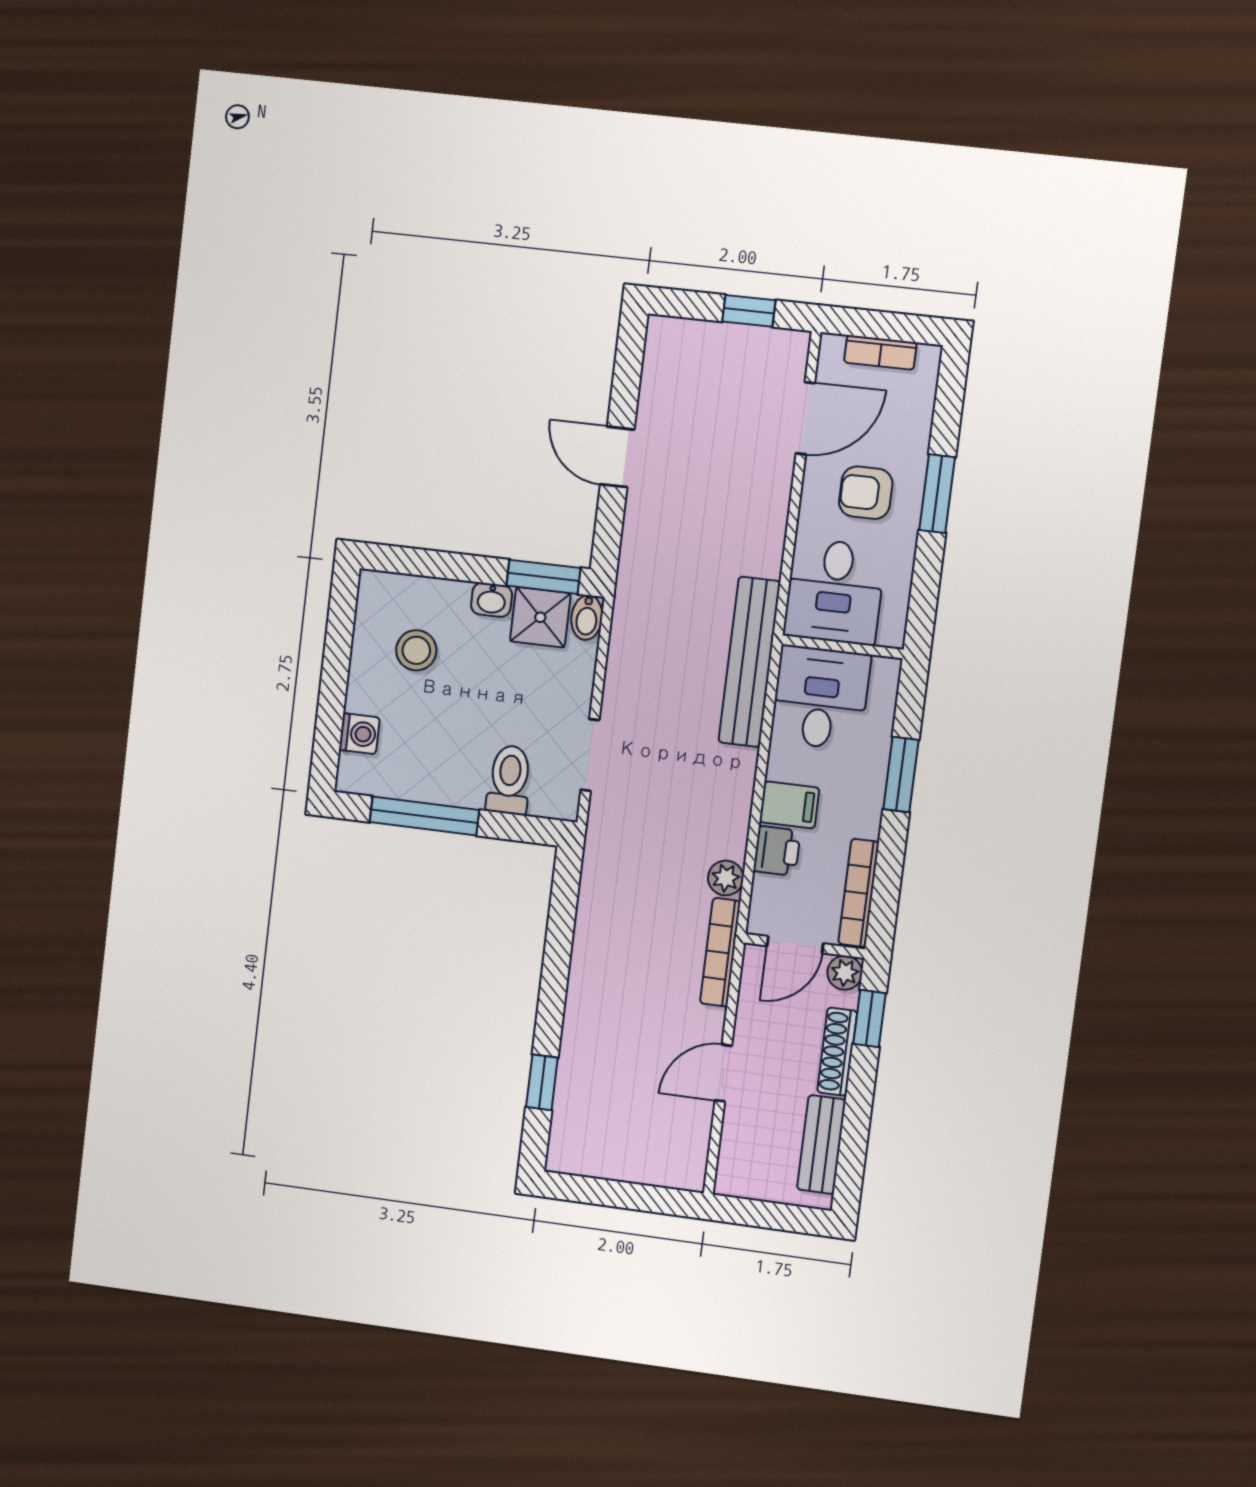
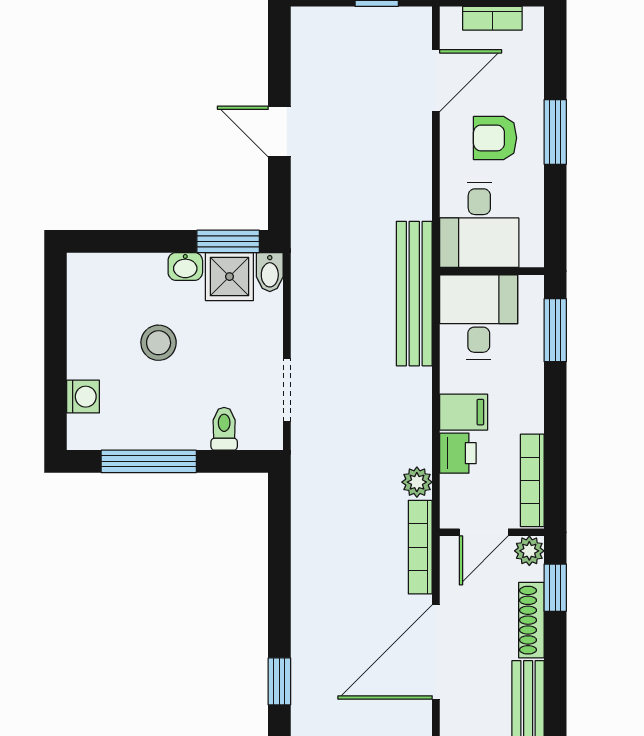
stool: (416, 650) -> (159, 343), moved
window: (901, 775) -> (555, 330), moved
toilet: (509, 780) -> (224, 429), width x0.73, depth x0.72
door: (723, 1073) -> (436, 652), width x1.88

